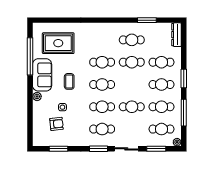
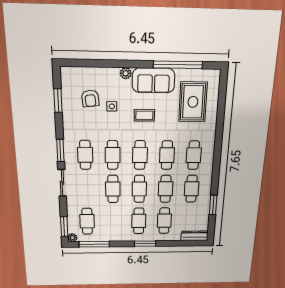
cafe table: (102, 40) -> (194, 155), added
cafe table: (161, 107) -> (139, 189), moved
window: (184, 113) -> (94, 244), moved
window: (156, 149) -> (64, 227), moved

